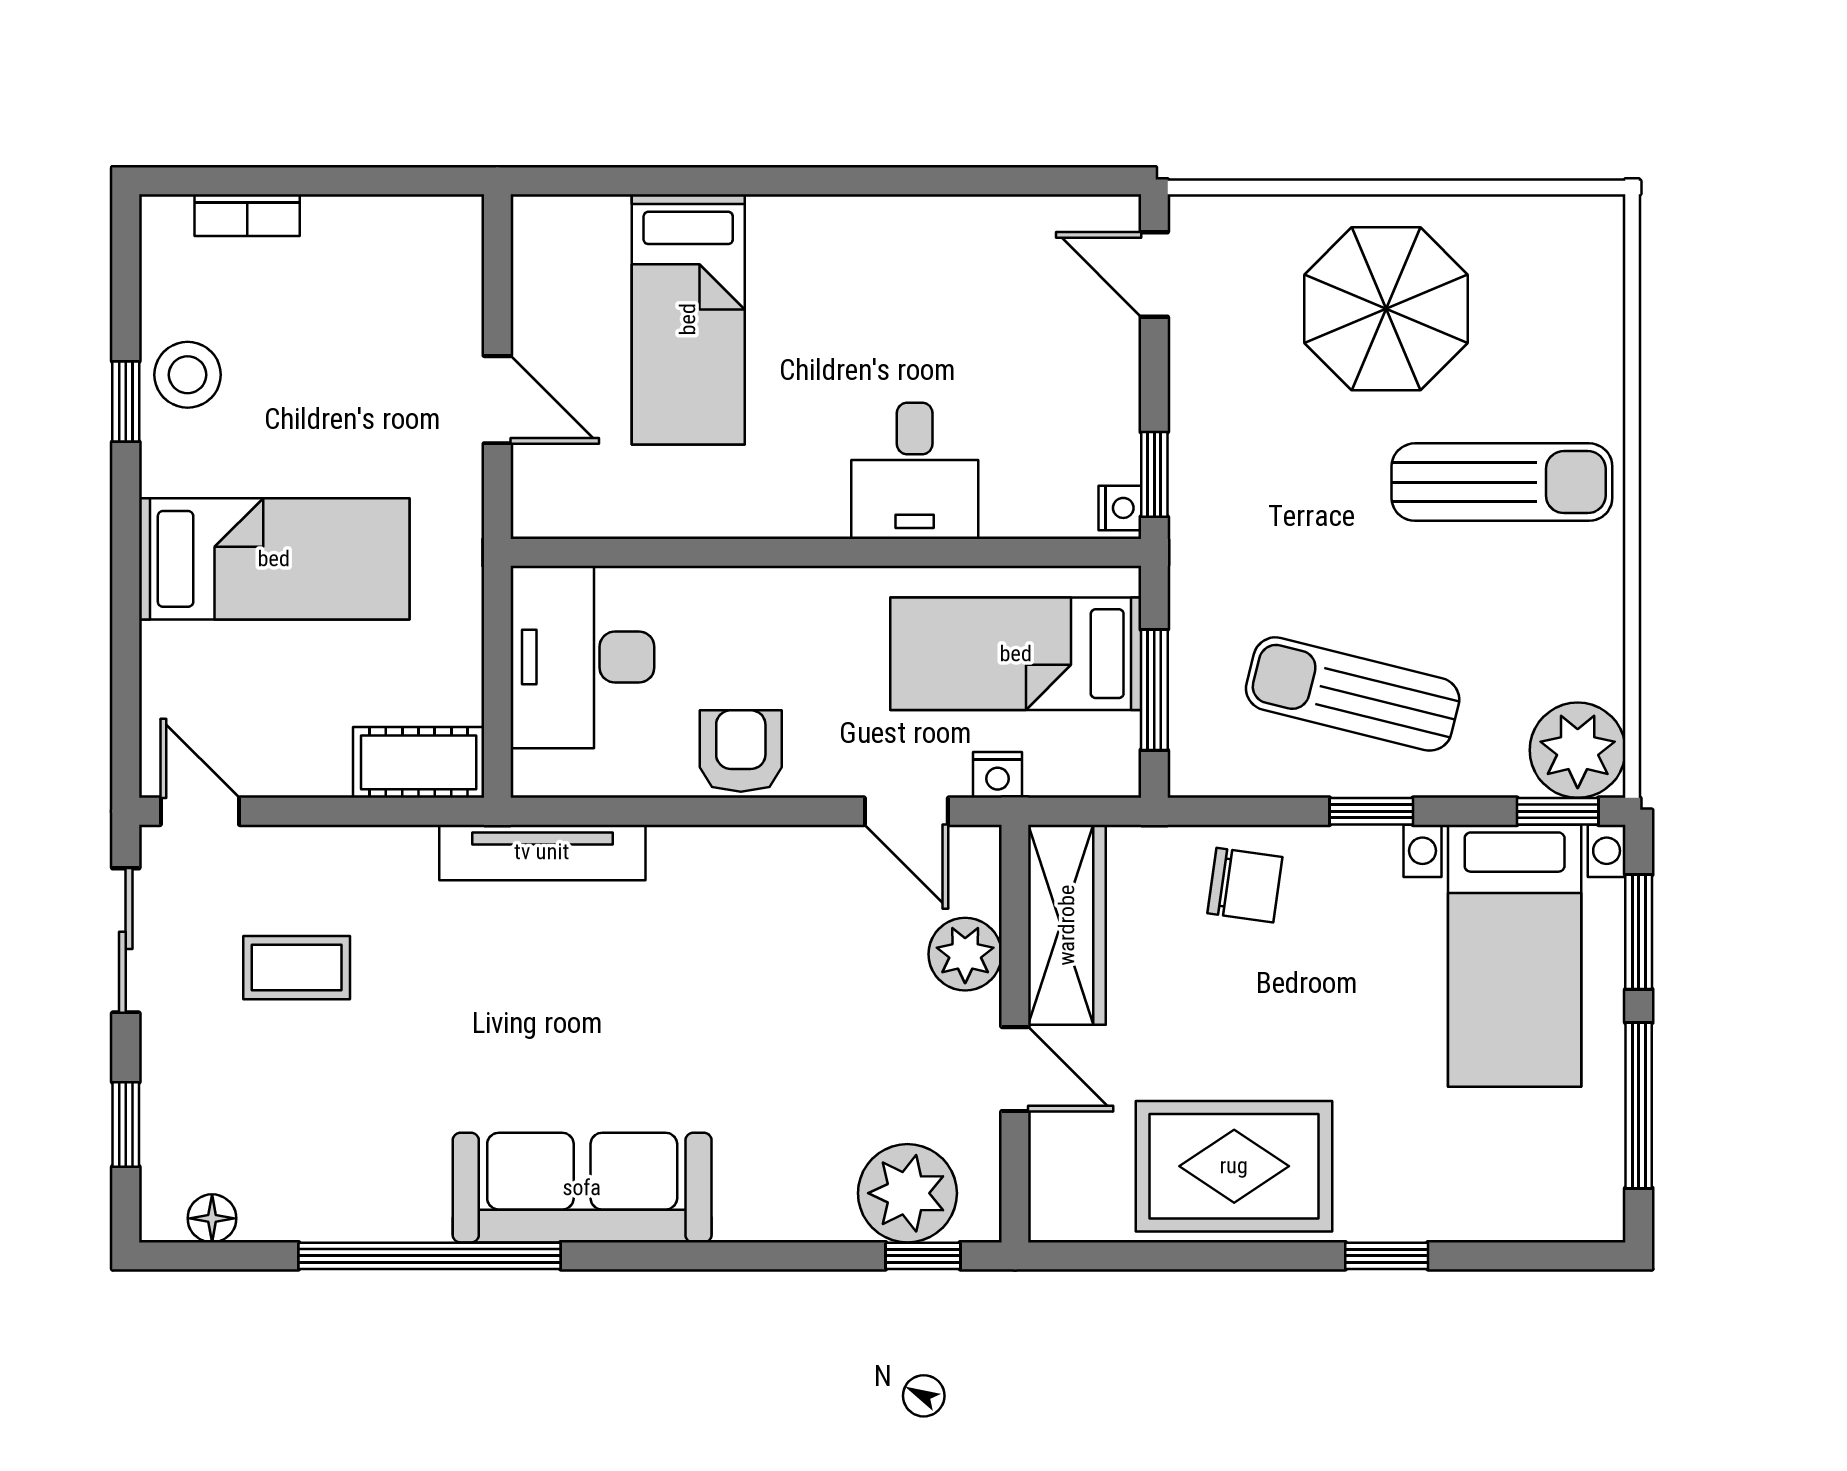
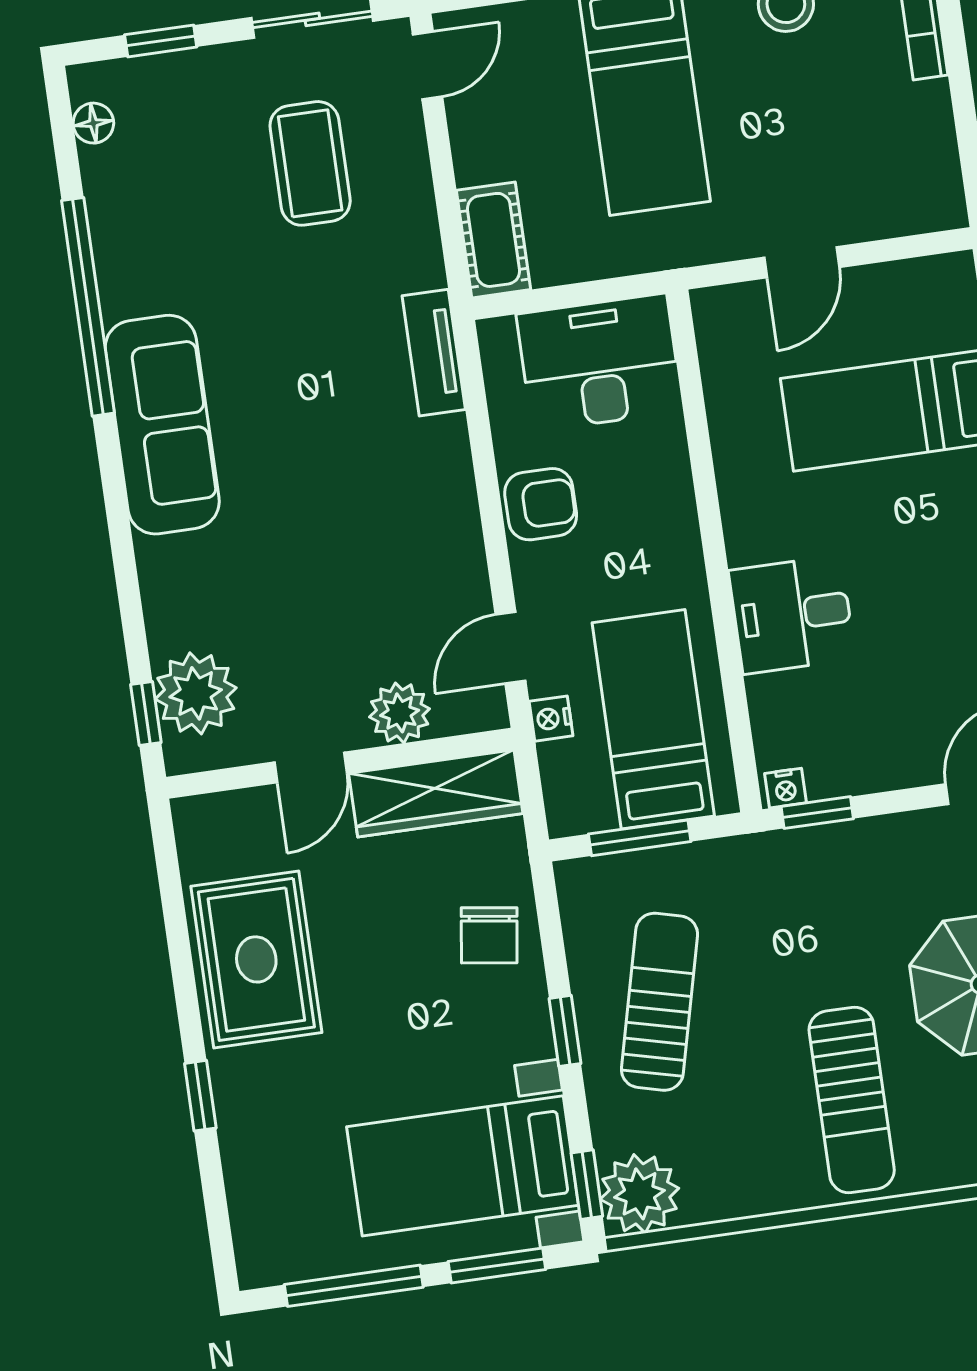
tv unit: (542, 852) -> (434, 353), width x0.71
coffee table: (297, 968) -> (310, 163), width x1.36, depth x1.30

